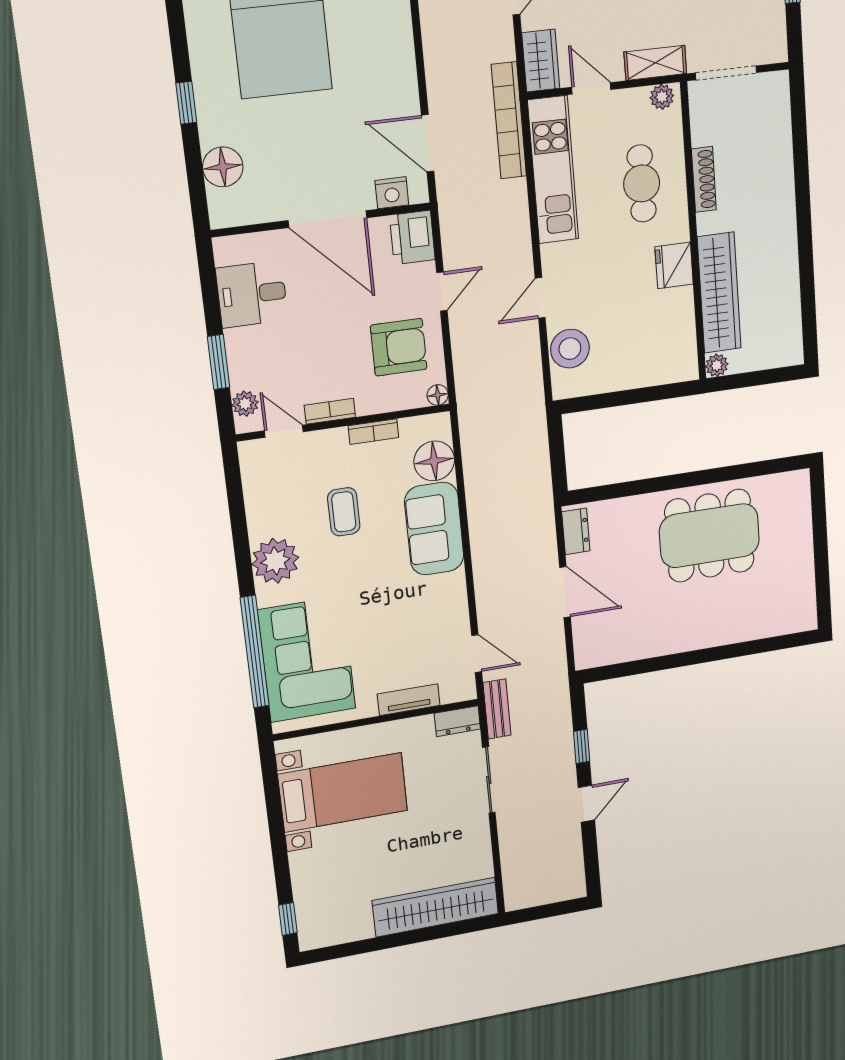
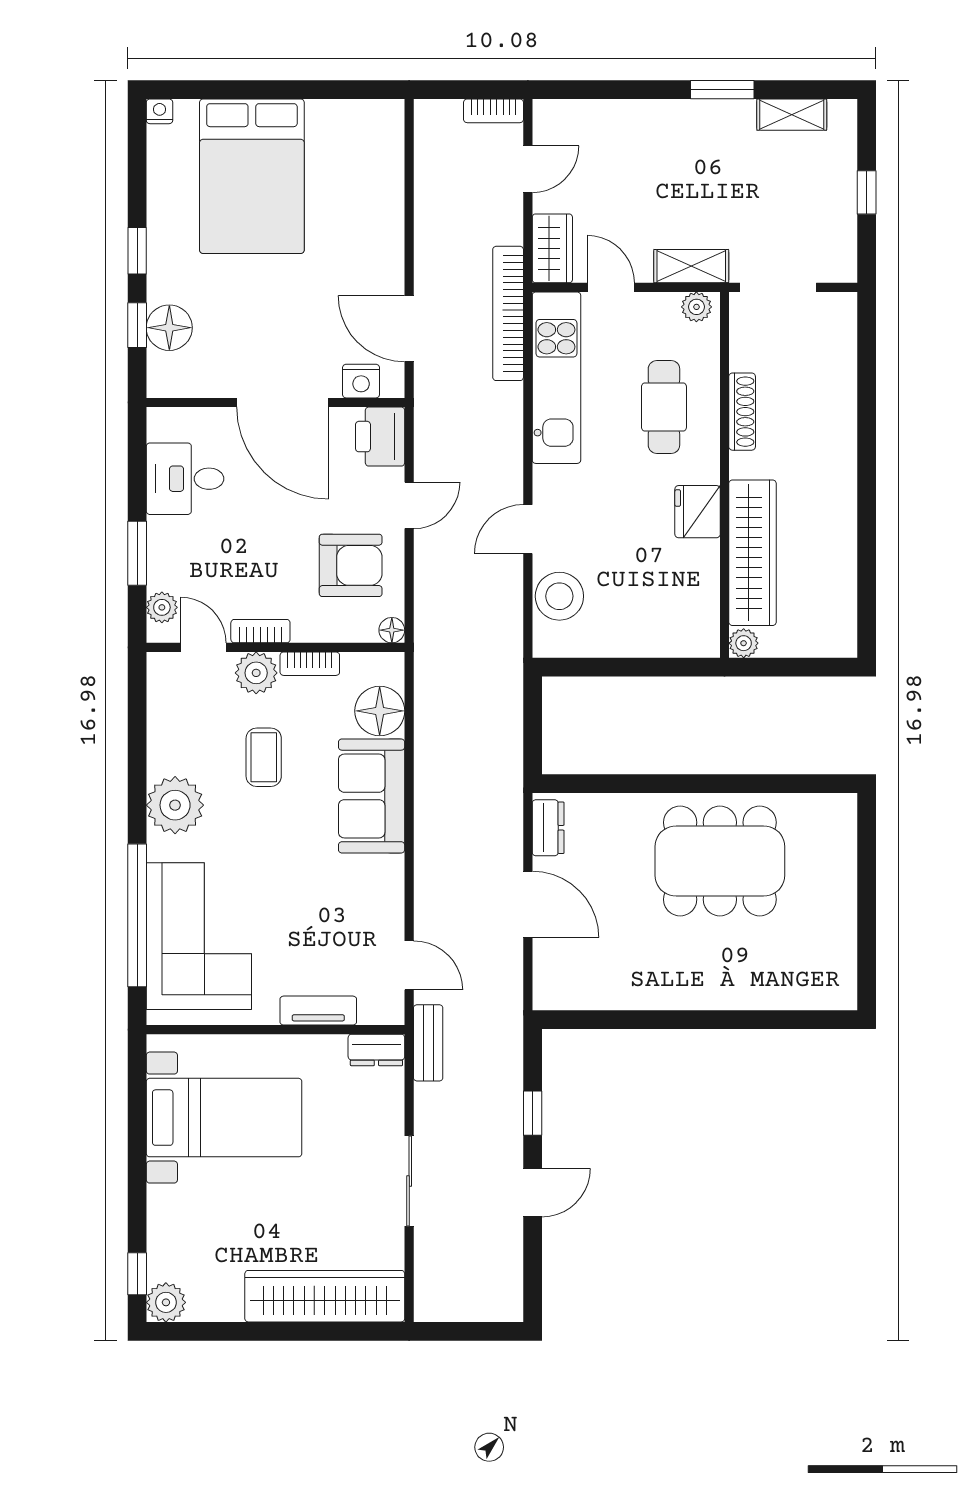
window: (194, 168) -> (137, 325), added
plant: (330, 445) -> (256, 673), added
sliding door: (489, 780) -> (409, 1181), moved
plant: (313, 935) -> (166, 1302), added

